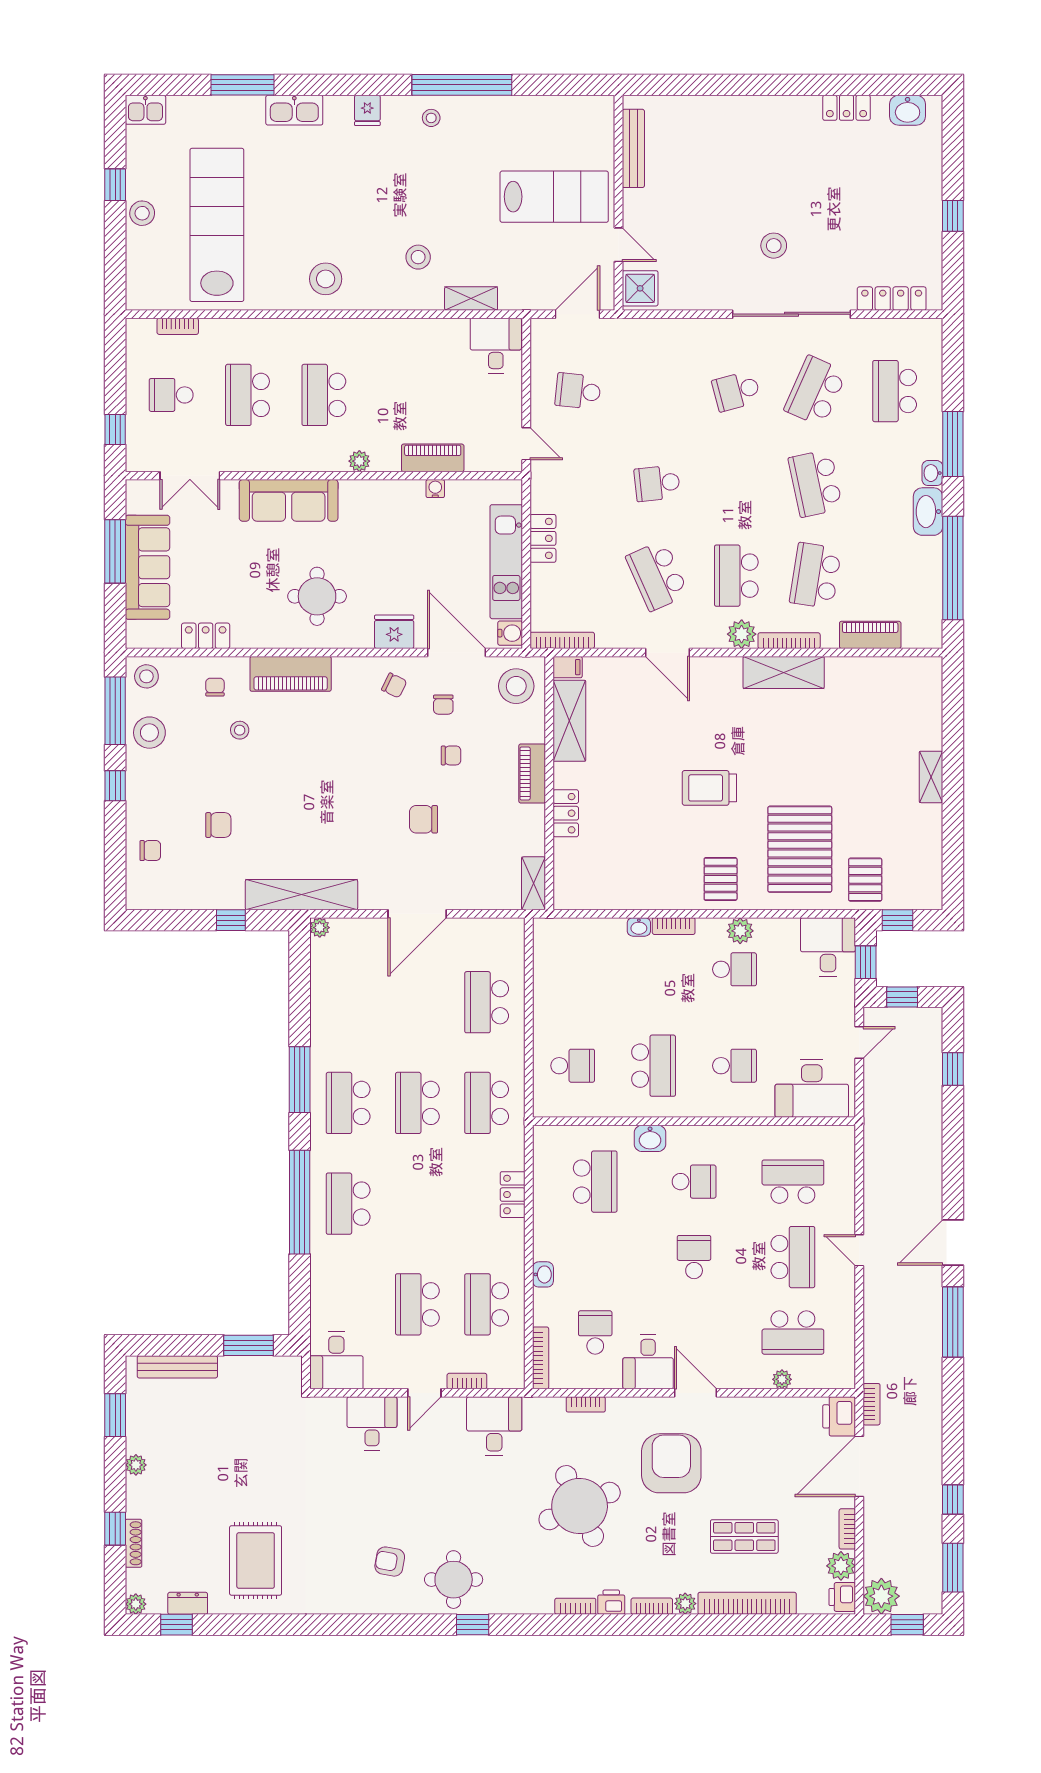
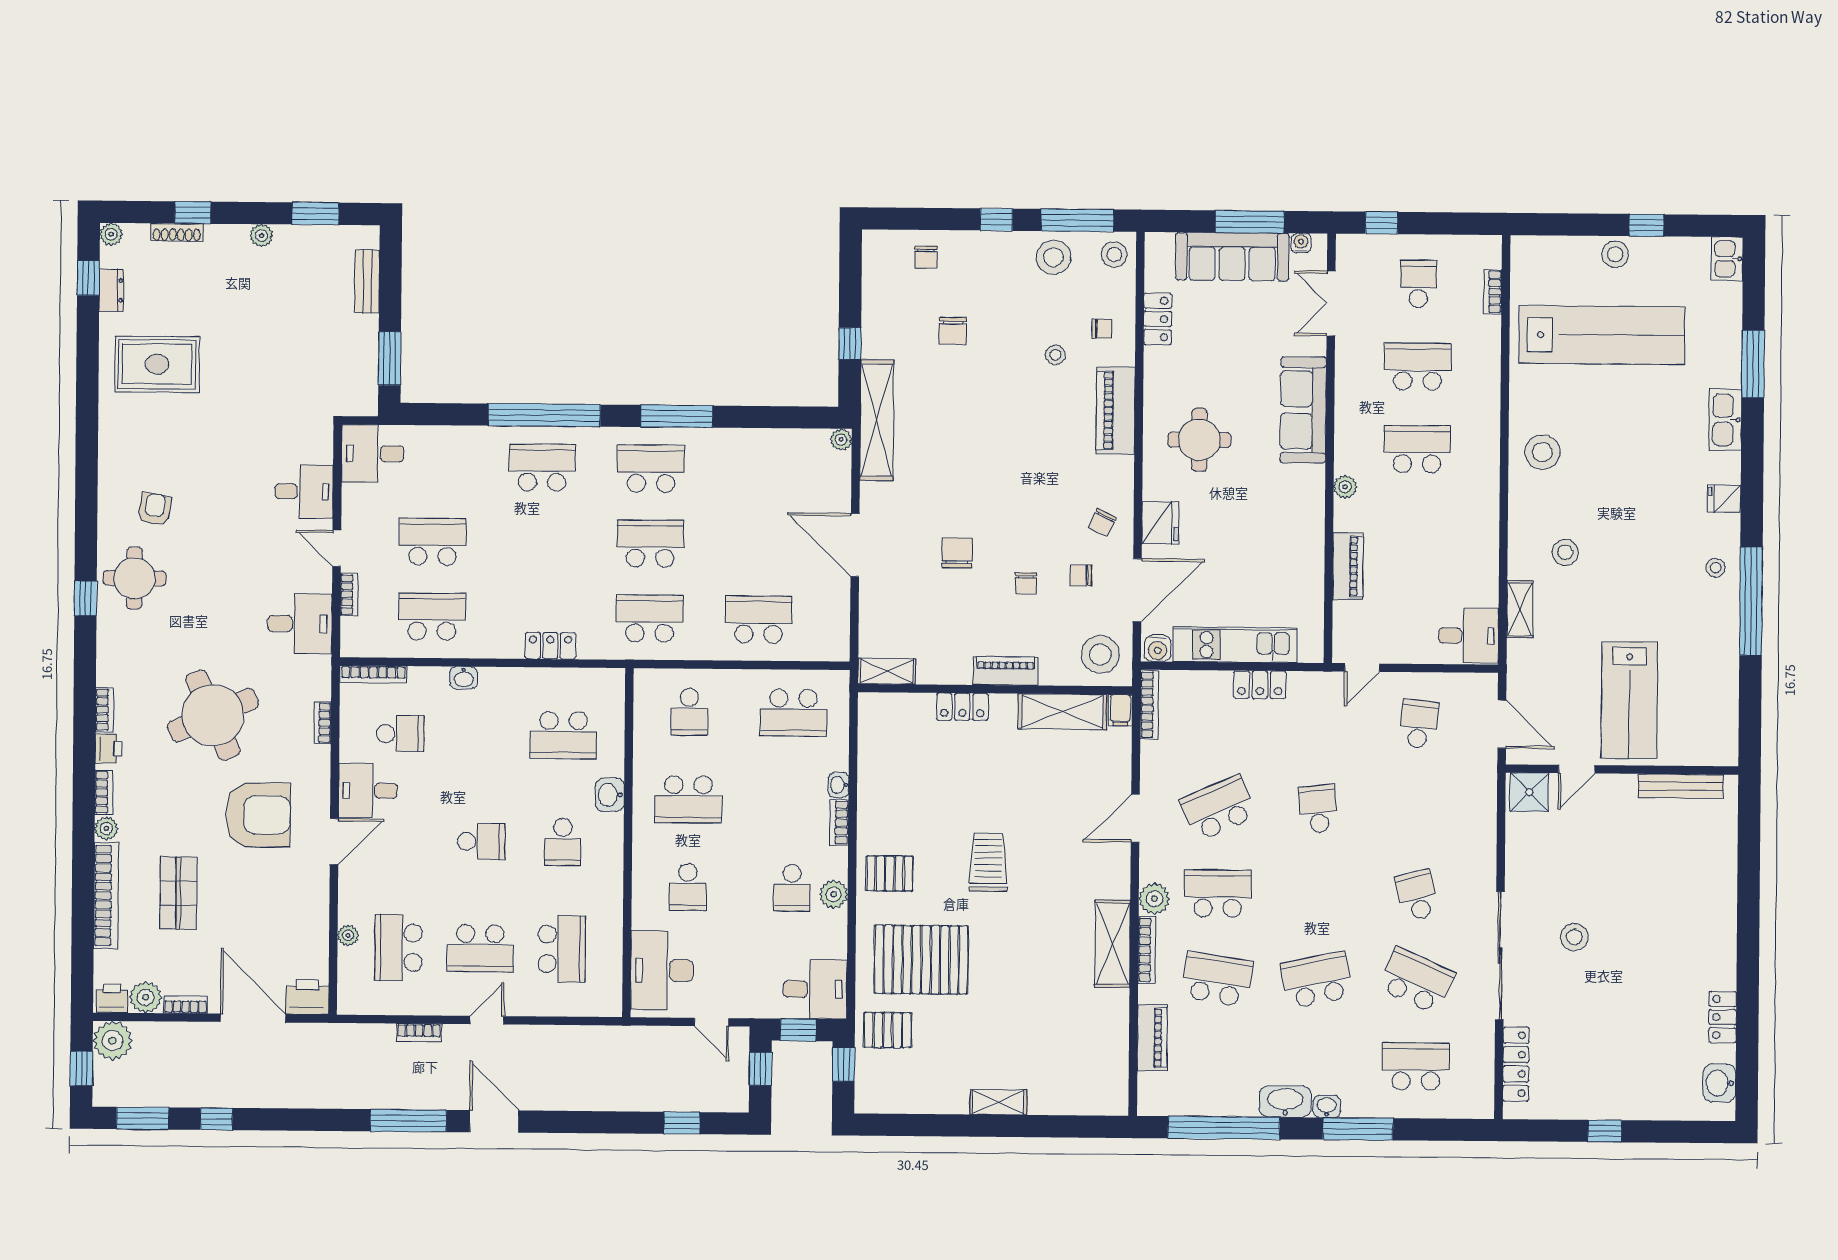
water cooler: (435, 489) -> (1301, 243), moved, turned -90
school desk: (573, 969) -> (793, 713), added
bench: (177, 1367) -> (367, 281), width x0.73
bookcase: (871, 1404) -> (419, 1033), moved

